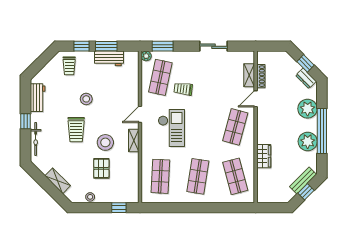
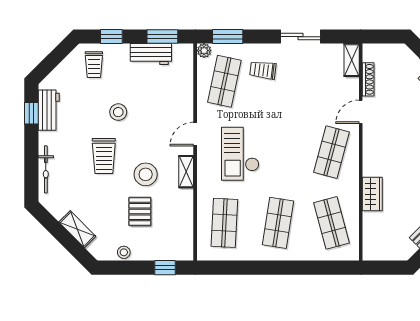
window: (106, 46) -> (162, 37), moved
shelving: (249, 75) -> (352, 60), moved
trolley: (183, 89) -> (263, 70), moved
window: (26, 121) -> (31, 113), moved
checkout: (171, 128) -> (240, 154), turned 180

